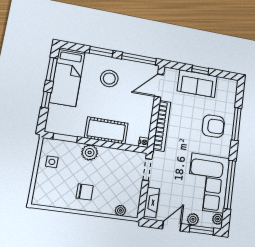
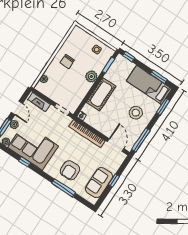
window: (101, 52) -> (163, 107), moved
sofa: (197, 84) -> (99, 183), moved
window: (46, 100) -> (129, 57), moved
window: (230, 185) -> (25, 162), width x0.32

